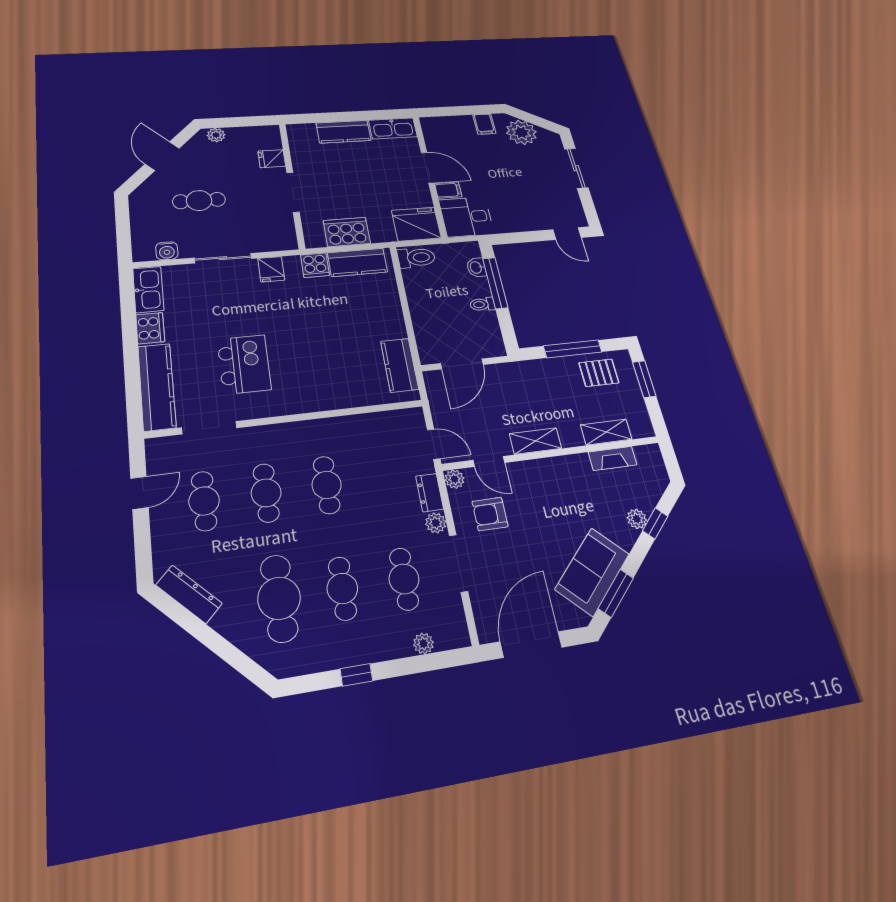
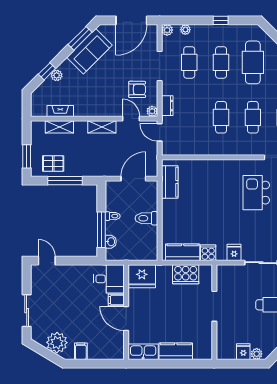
fridge: (272, 159) -> (243, 352), moved, turned -90
toilet: (416, 258) -> (146, 218), moved
plant: (436, 523) -> (167, 30), moved

